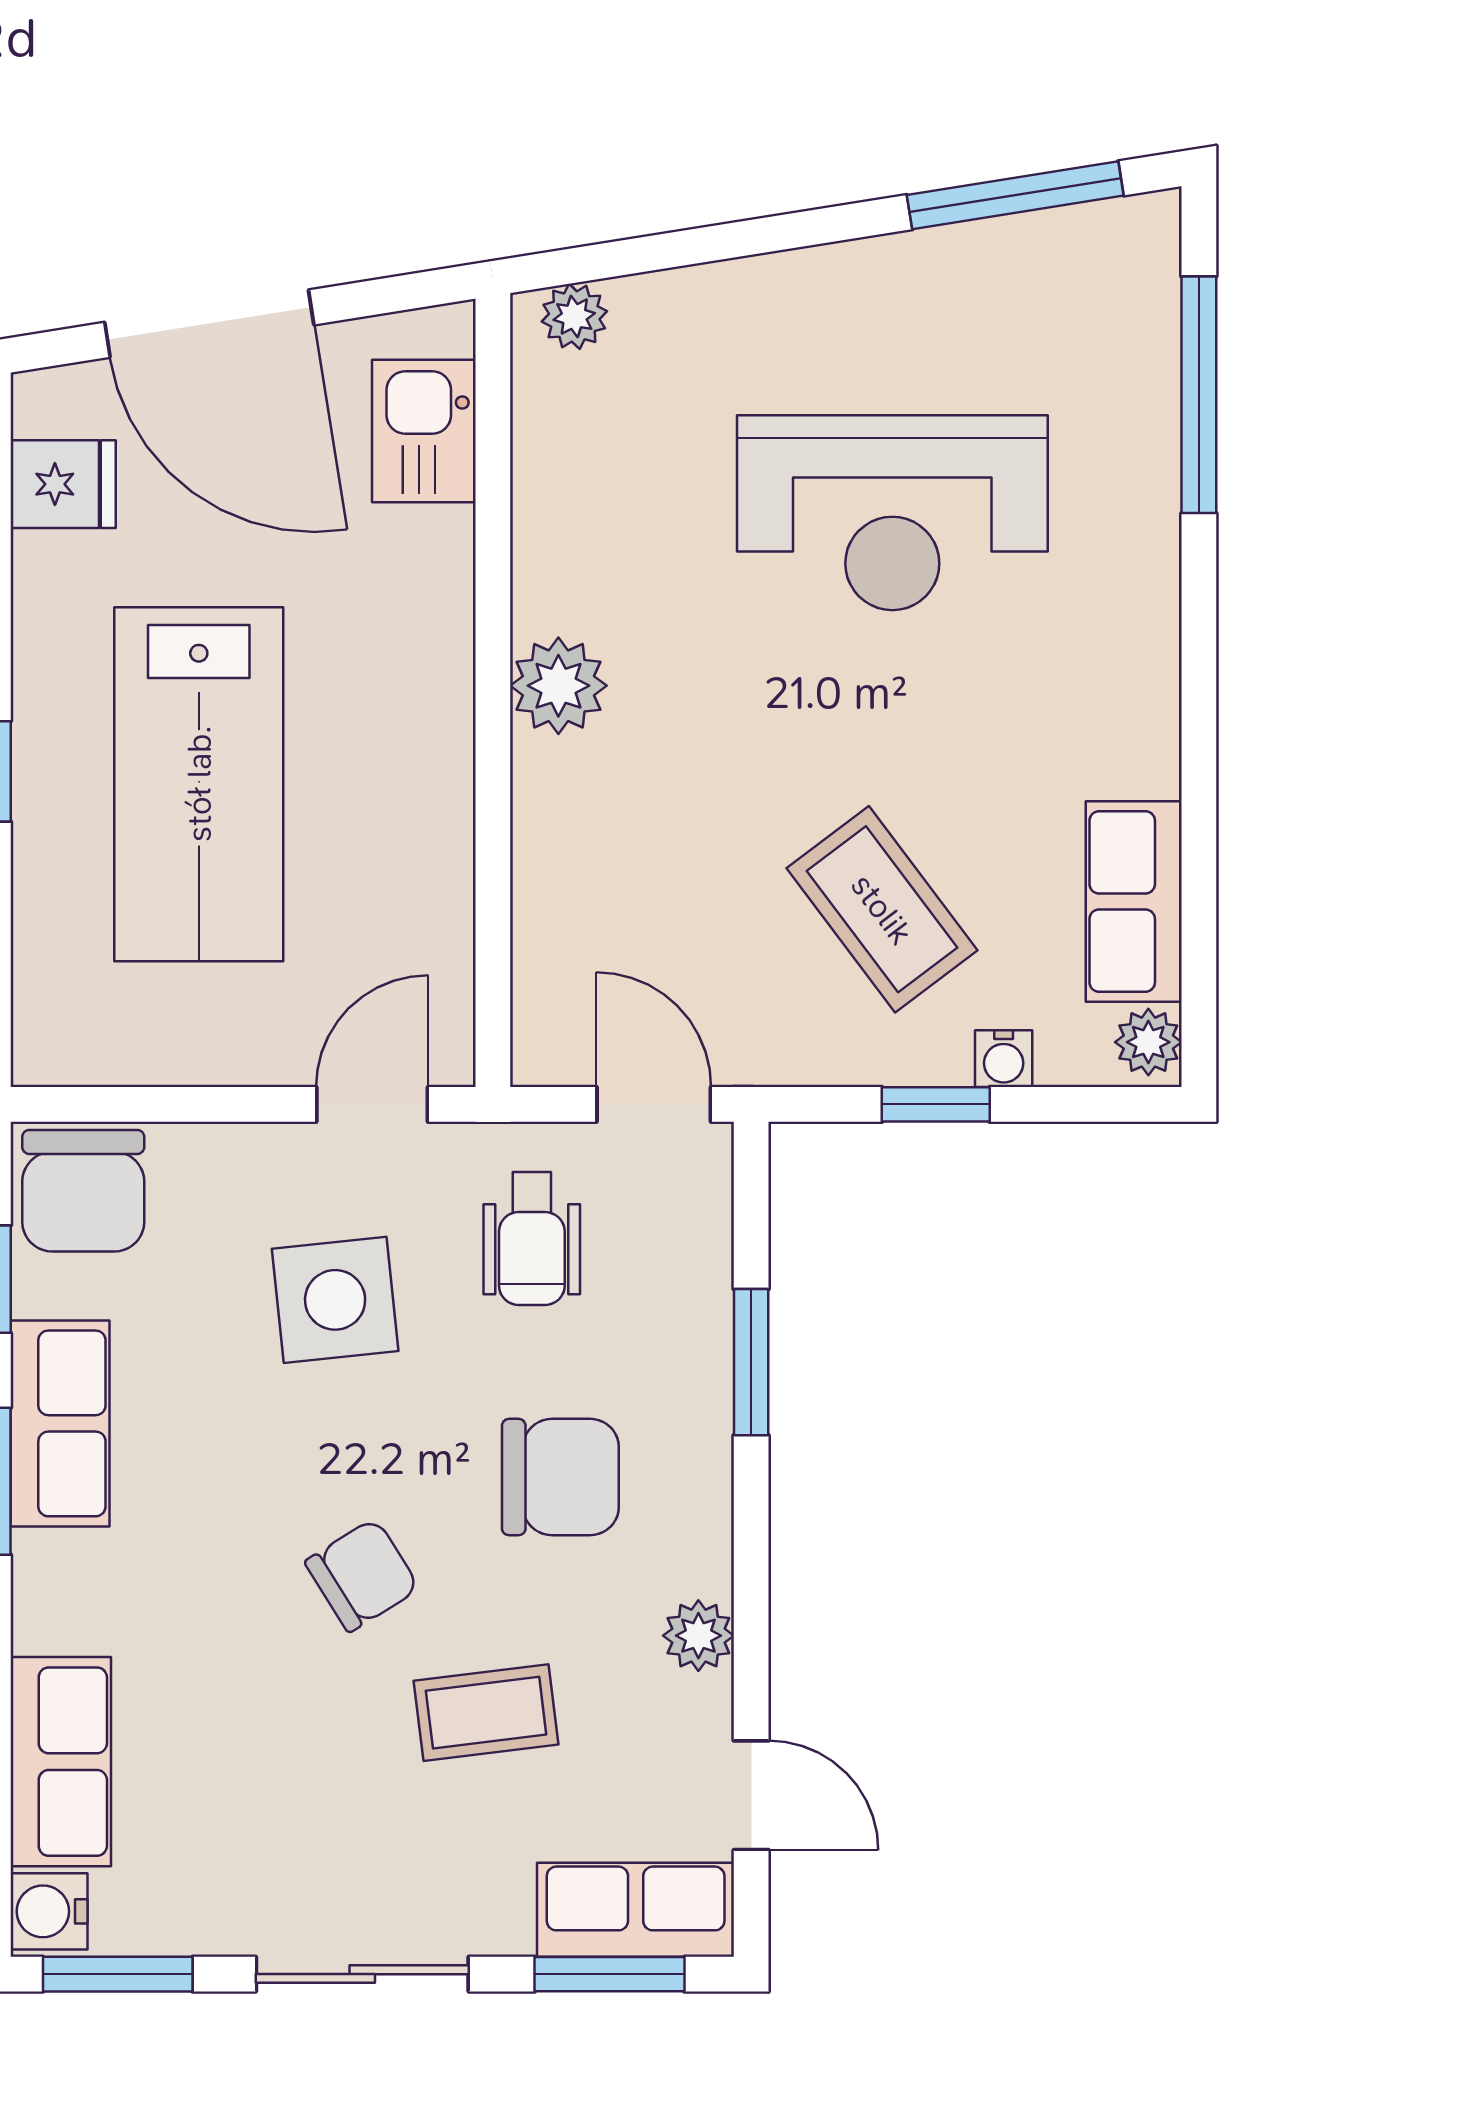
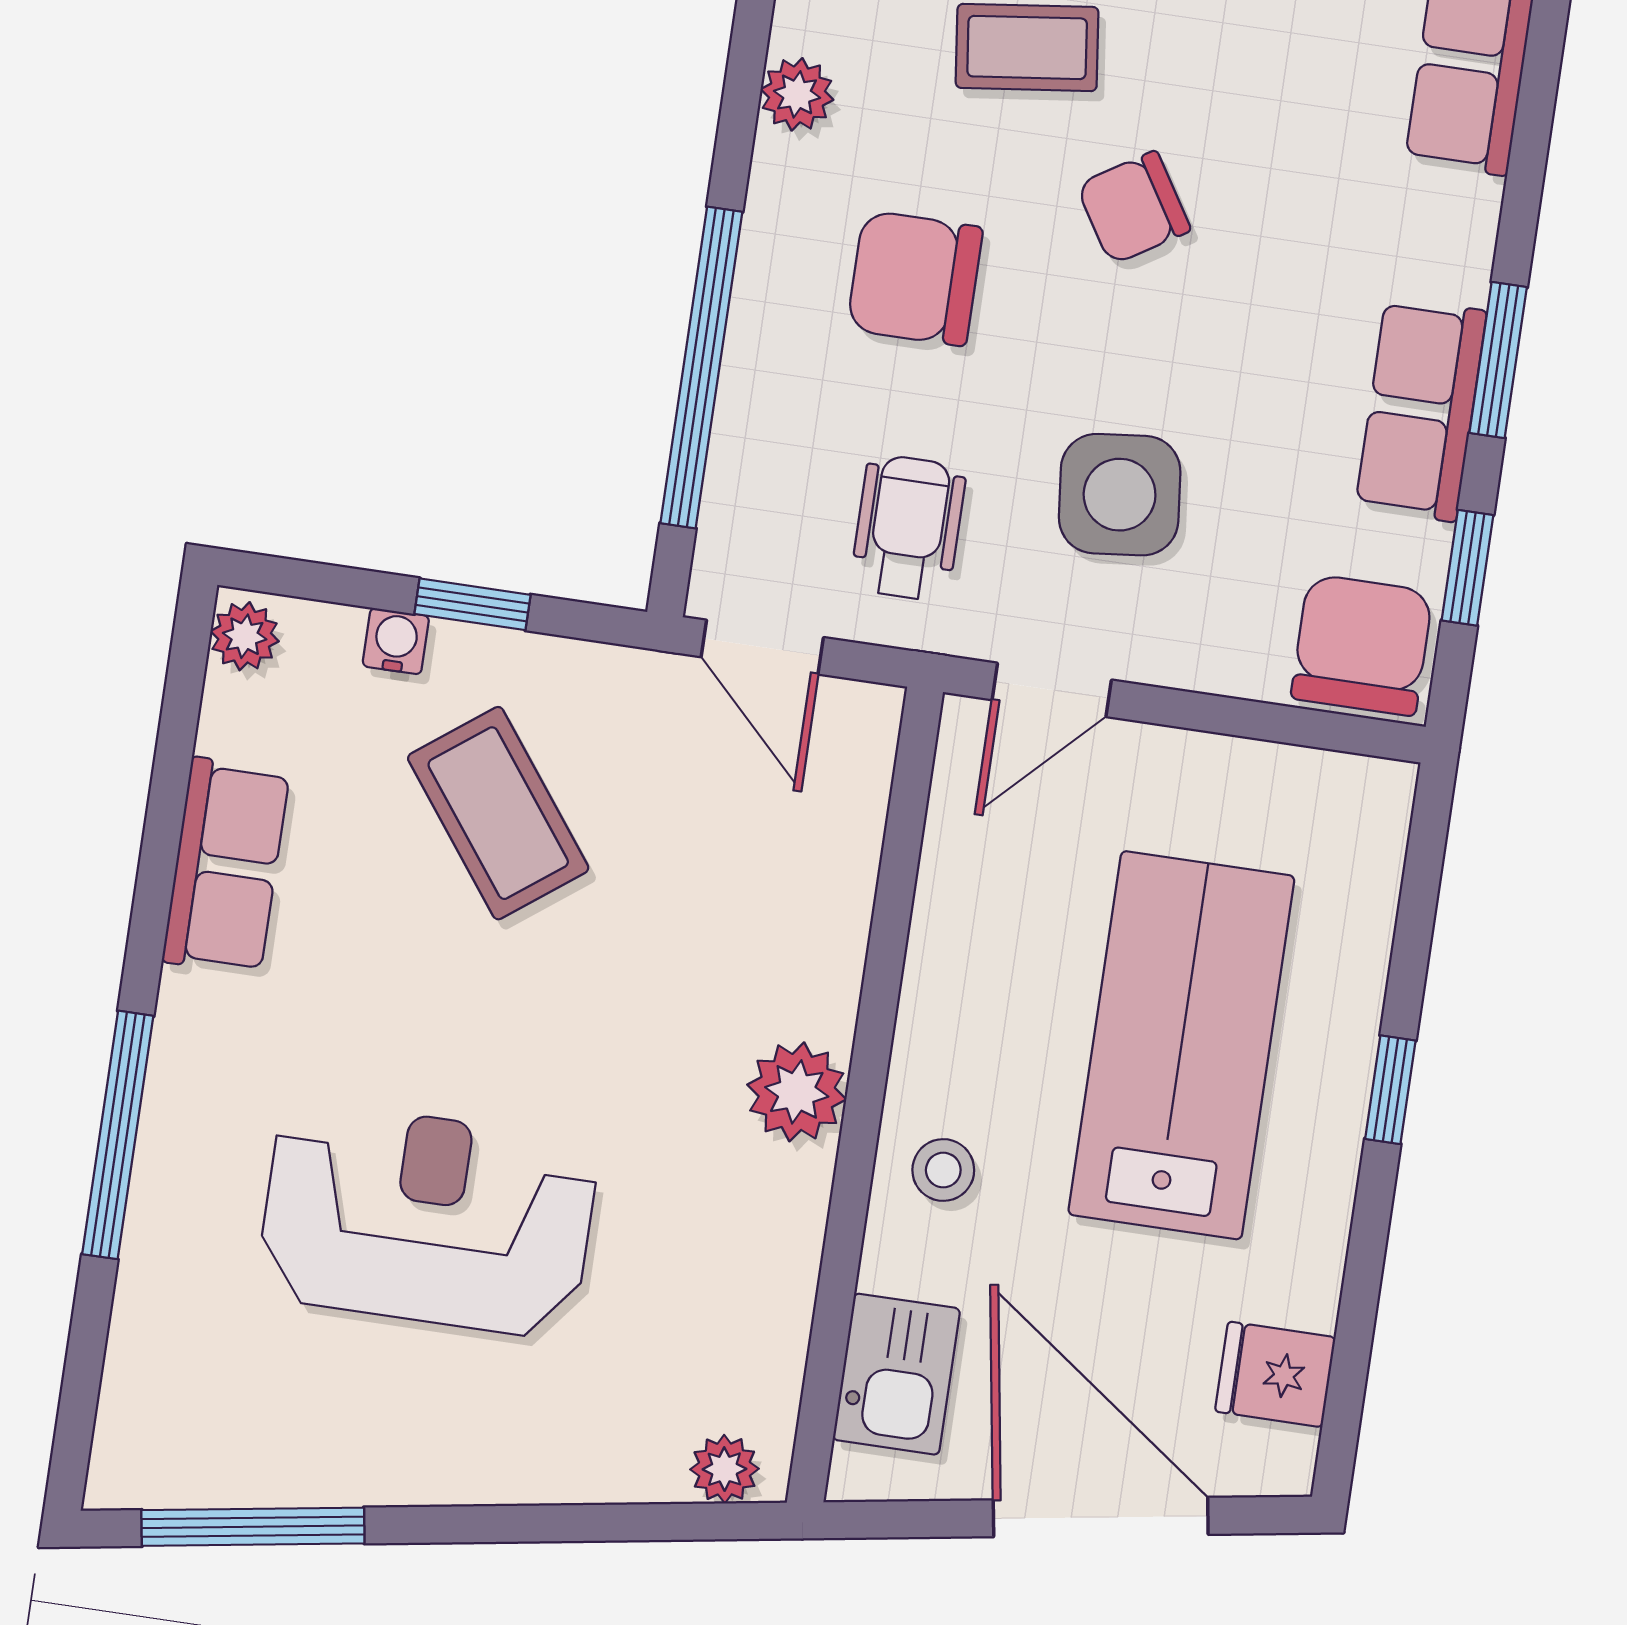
window: (1199, 395) -> (118, 1135), moved
stool: (408, 632) -> (943, 1170), added
row of seats: (1134, 902) -> (226, 866), moved
window: (751, 1362) -> (701, 368), width x2.11

